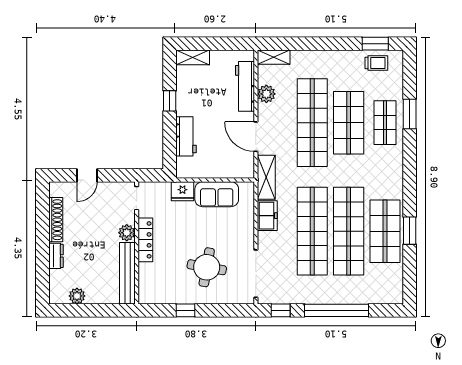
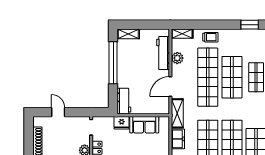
trolley: (376, 63) -> (210, 37), moved
window: (170, 101) -> (113, 63), width x3.17
workbench: (186, 136) -> (124, 101), moved
door: (256, 137) -> (170, 86), hinge flipped
door: (87, 175) -> (58, 112), swing flipped

